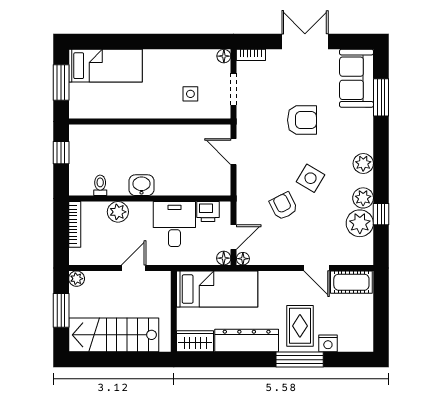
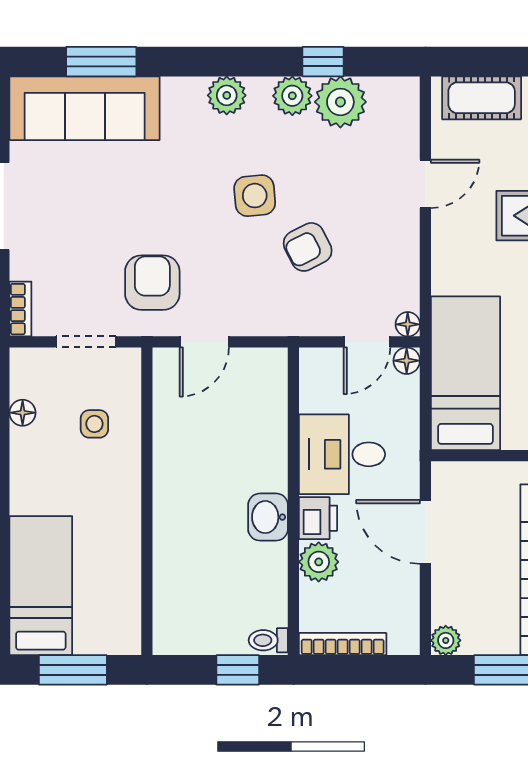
floor lamp: (224, 56) -> (23, 413), moved
sofa: (357, 78) -> (85, 108), width x1.36
armchair: (302, 120) -> (152, 283), moved
window: (61, 153) -> (238, 670), moved
side table: (311, 178) -> (255, 196), turned -36
toilet: (100, 185) -> (268, 640), moved
printer: (208, 212) -> (318, 518), moved
door: (234, 237) -> (367, 342), swing flipped
door: (134, 268) -> (425, 532), width x1.38
cot: (351, 282) -> (482, 98), moved, turned 90

